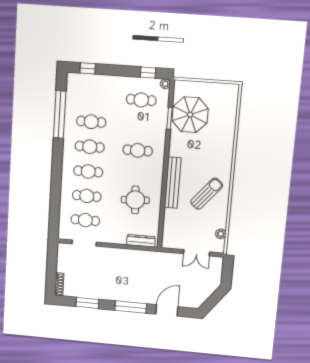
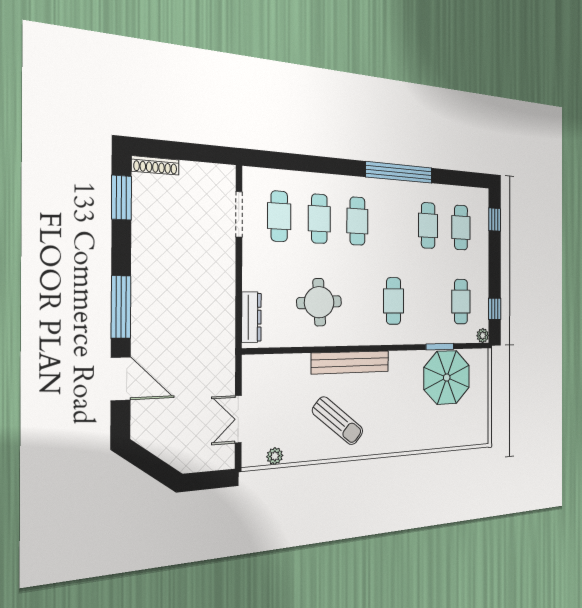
window: (60, 114) -> (399, 172), moved
cafe table: (90, 147) -> (461, 228), moved
window: (87, 303) -> (121, 198), moved

